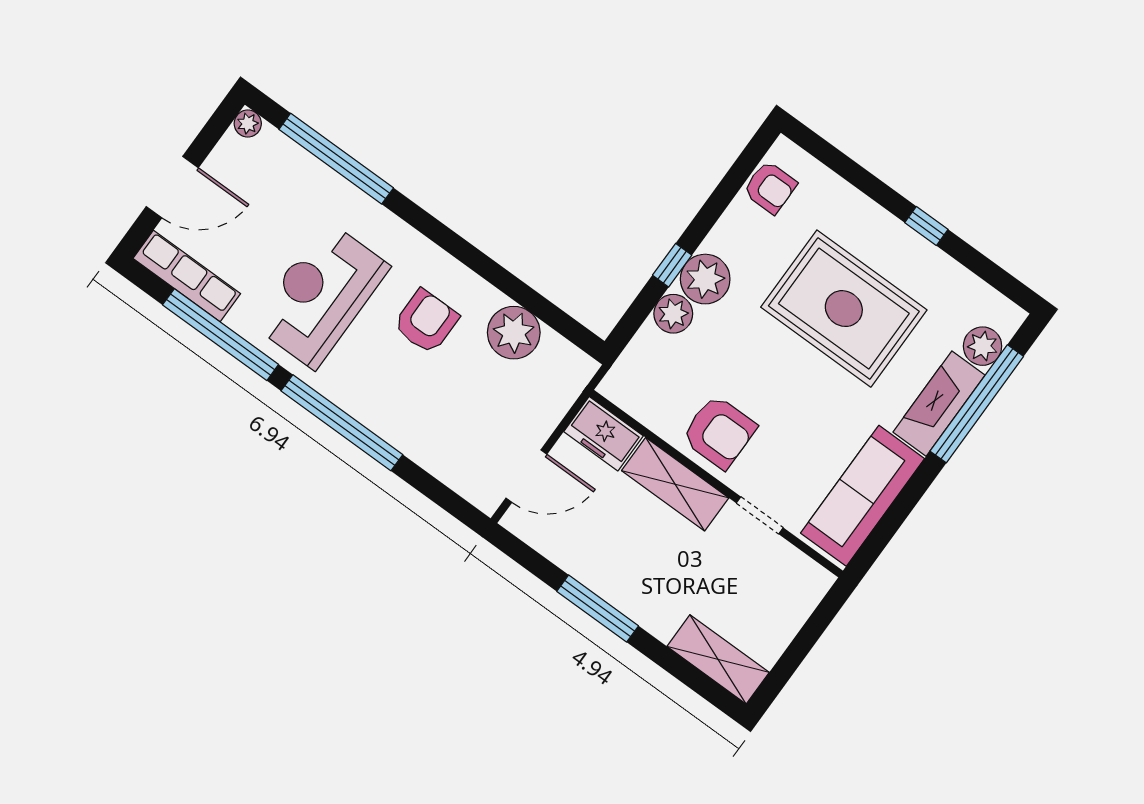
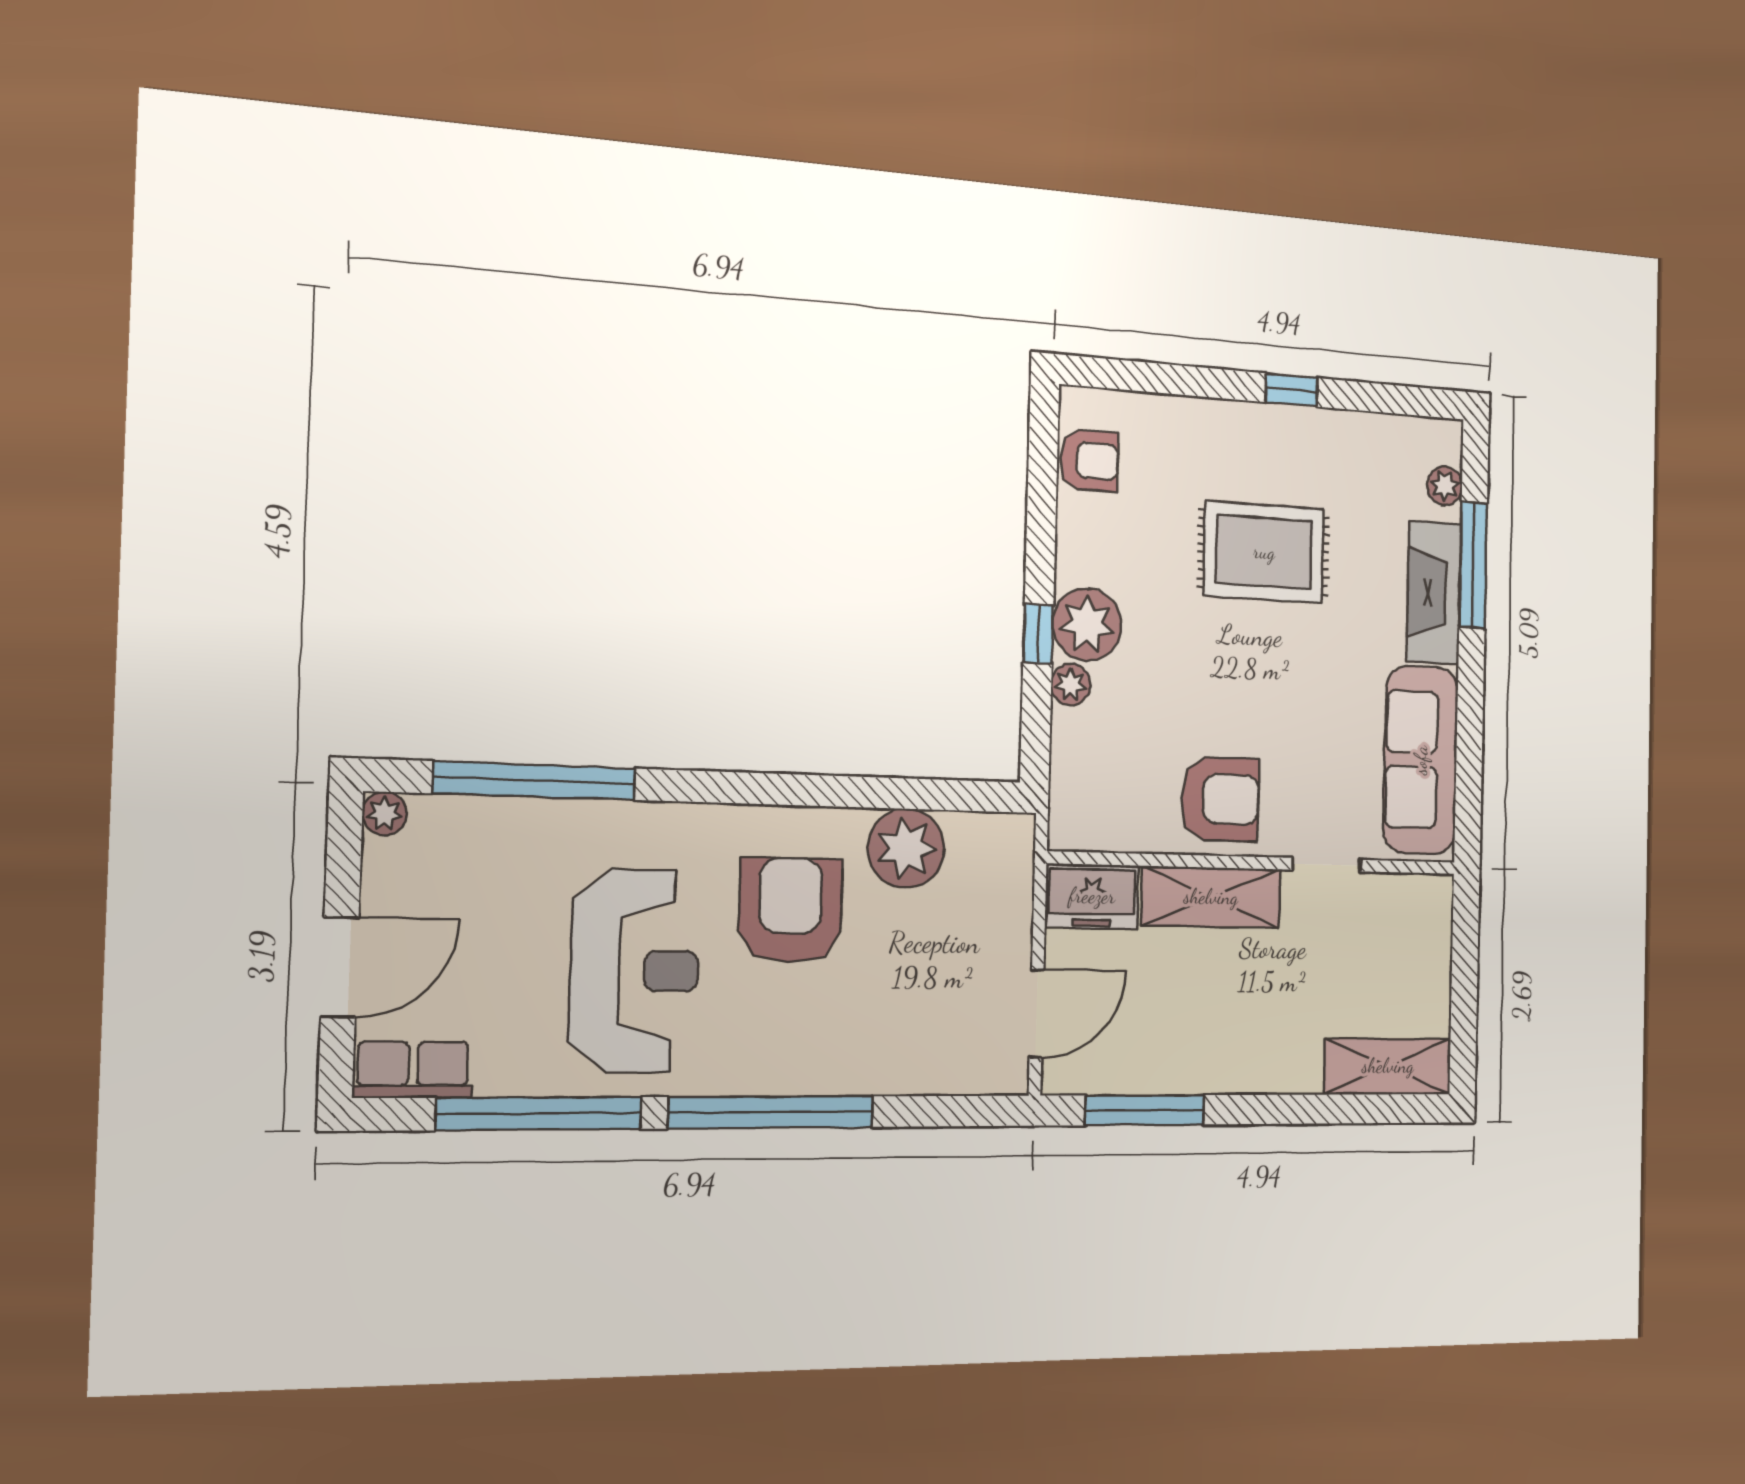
row of seats: (187, 276) -> (413, 1070), width x0.68
reception desk: (320, 295) -> (635, 971), turned 180
rug: (844, 309) -> (1264, 552), width x0.73, depth x0.69
plant: (673, 314) -> (1071, 685), width x0.73, depth x0.73
armchair: (426, 321) -> (790, 910), width x1.36, depth x1.36
plant: (983, 346) -> (1445, 486), width x0.73, depth x0.73
window: (977, 404) -> (1473, 565), width x0.68
window: (598, 609) -> (1145, 1110), moved

